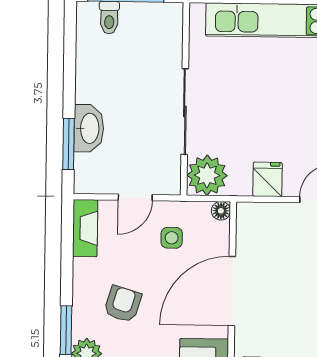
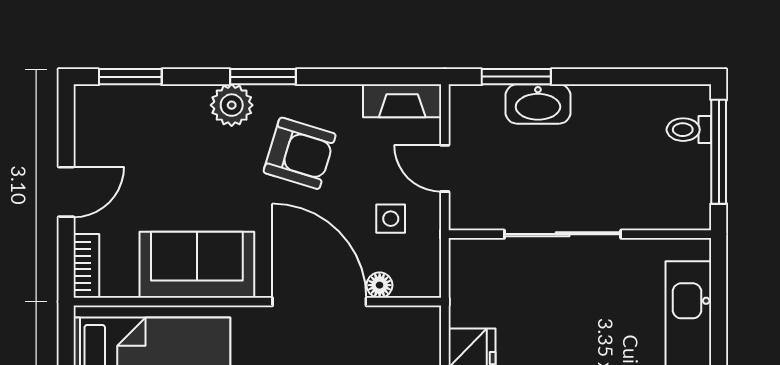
plant: (207, 175) -> (476, 266), removed
floor lamp: (221, 211) -> (380, 285), moved
armchair: (123, 304) -> (300, 153), width x1.38, depth x1.38

